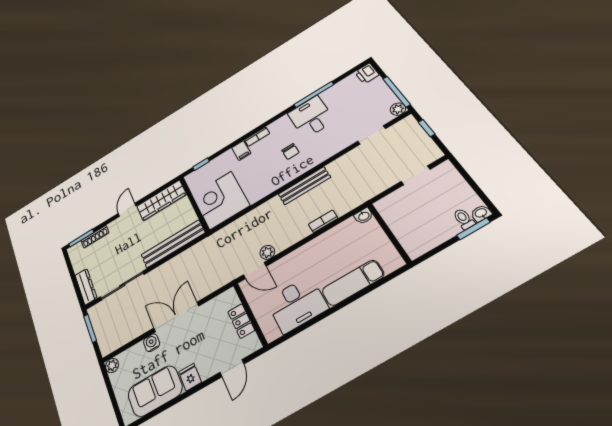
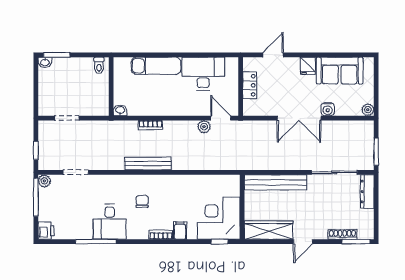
corner desk: (221, 200) -> (219, 218), moved, turned 180
toilet: (464, 219) -> (99, 65), moved

